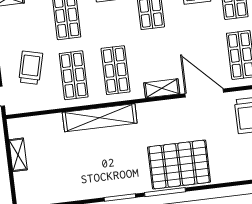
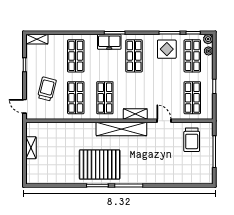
door: (204, 93) -> (164, 121), width x0.53
shelving: (100, 118) -> (121, 129), moved
pallet: (179, 165) -> (100, 164), moved

